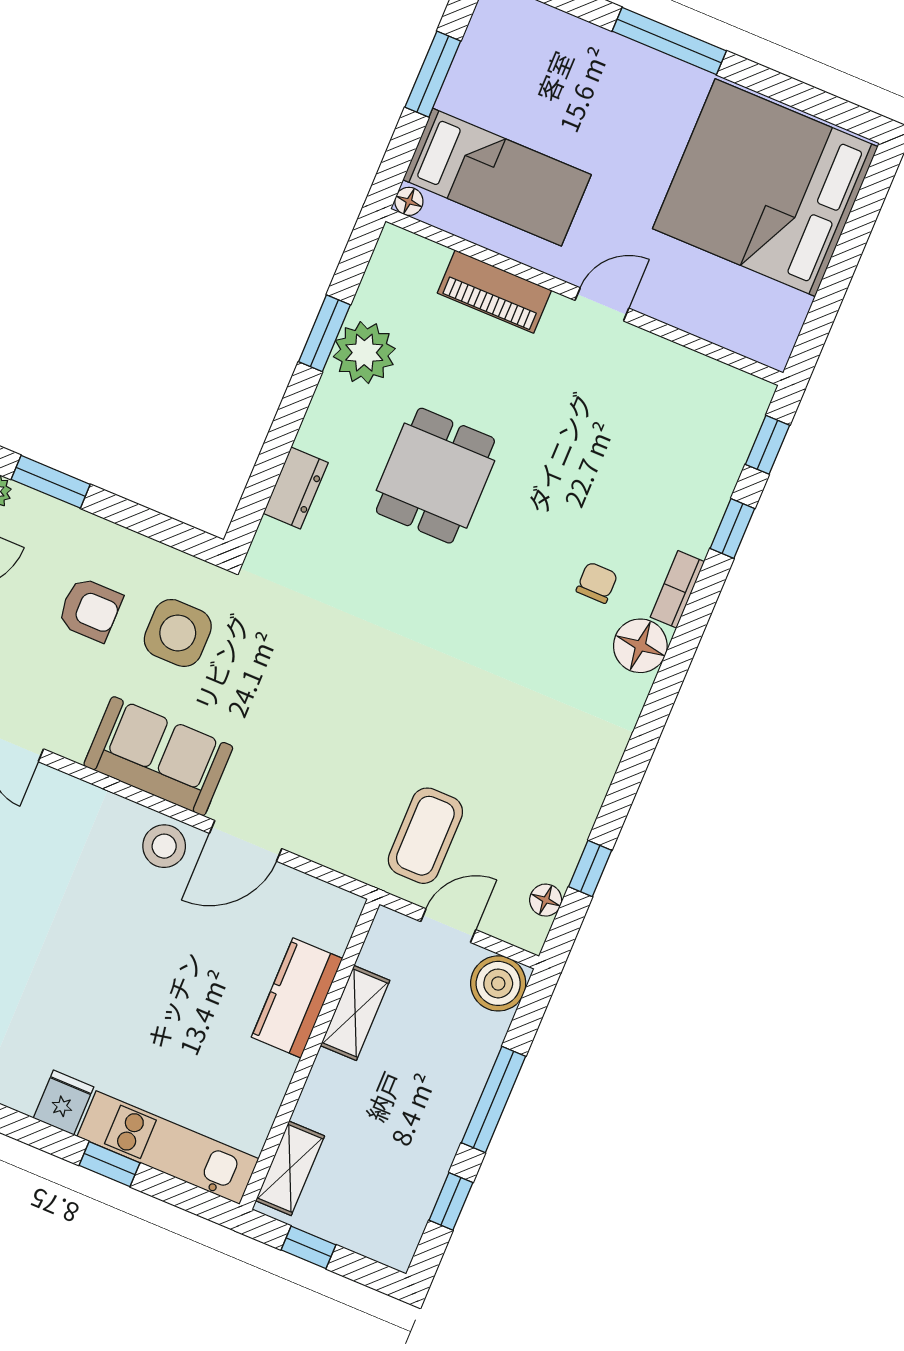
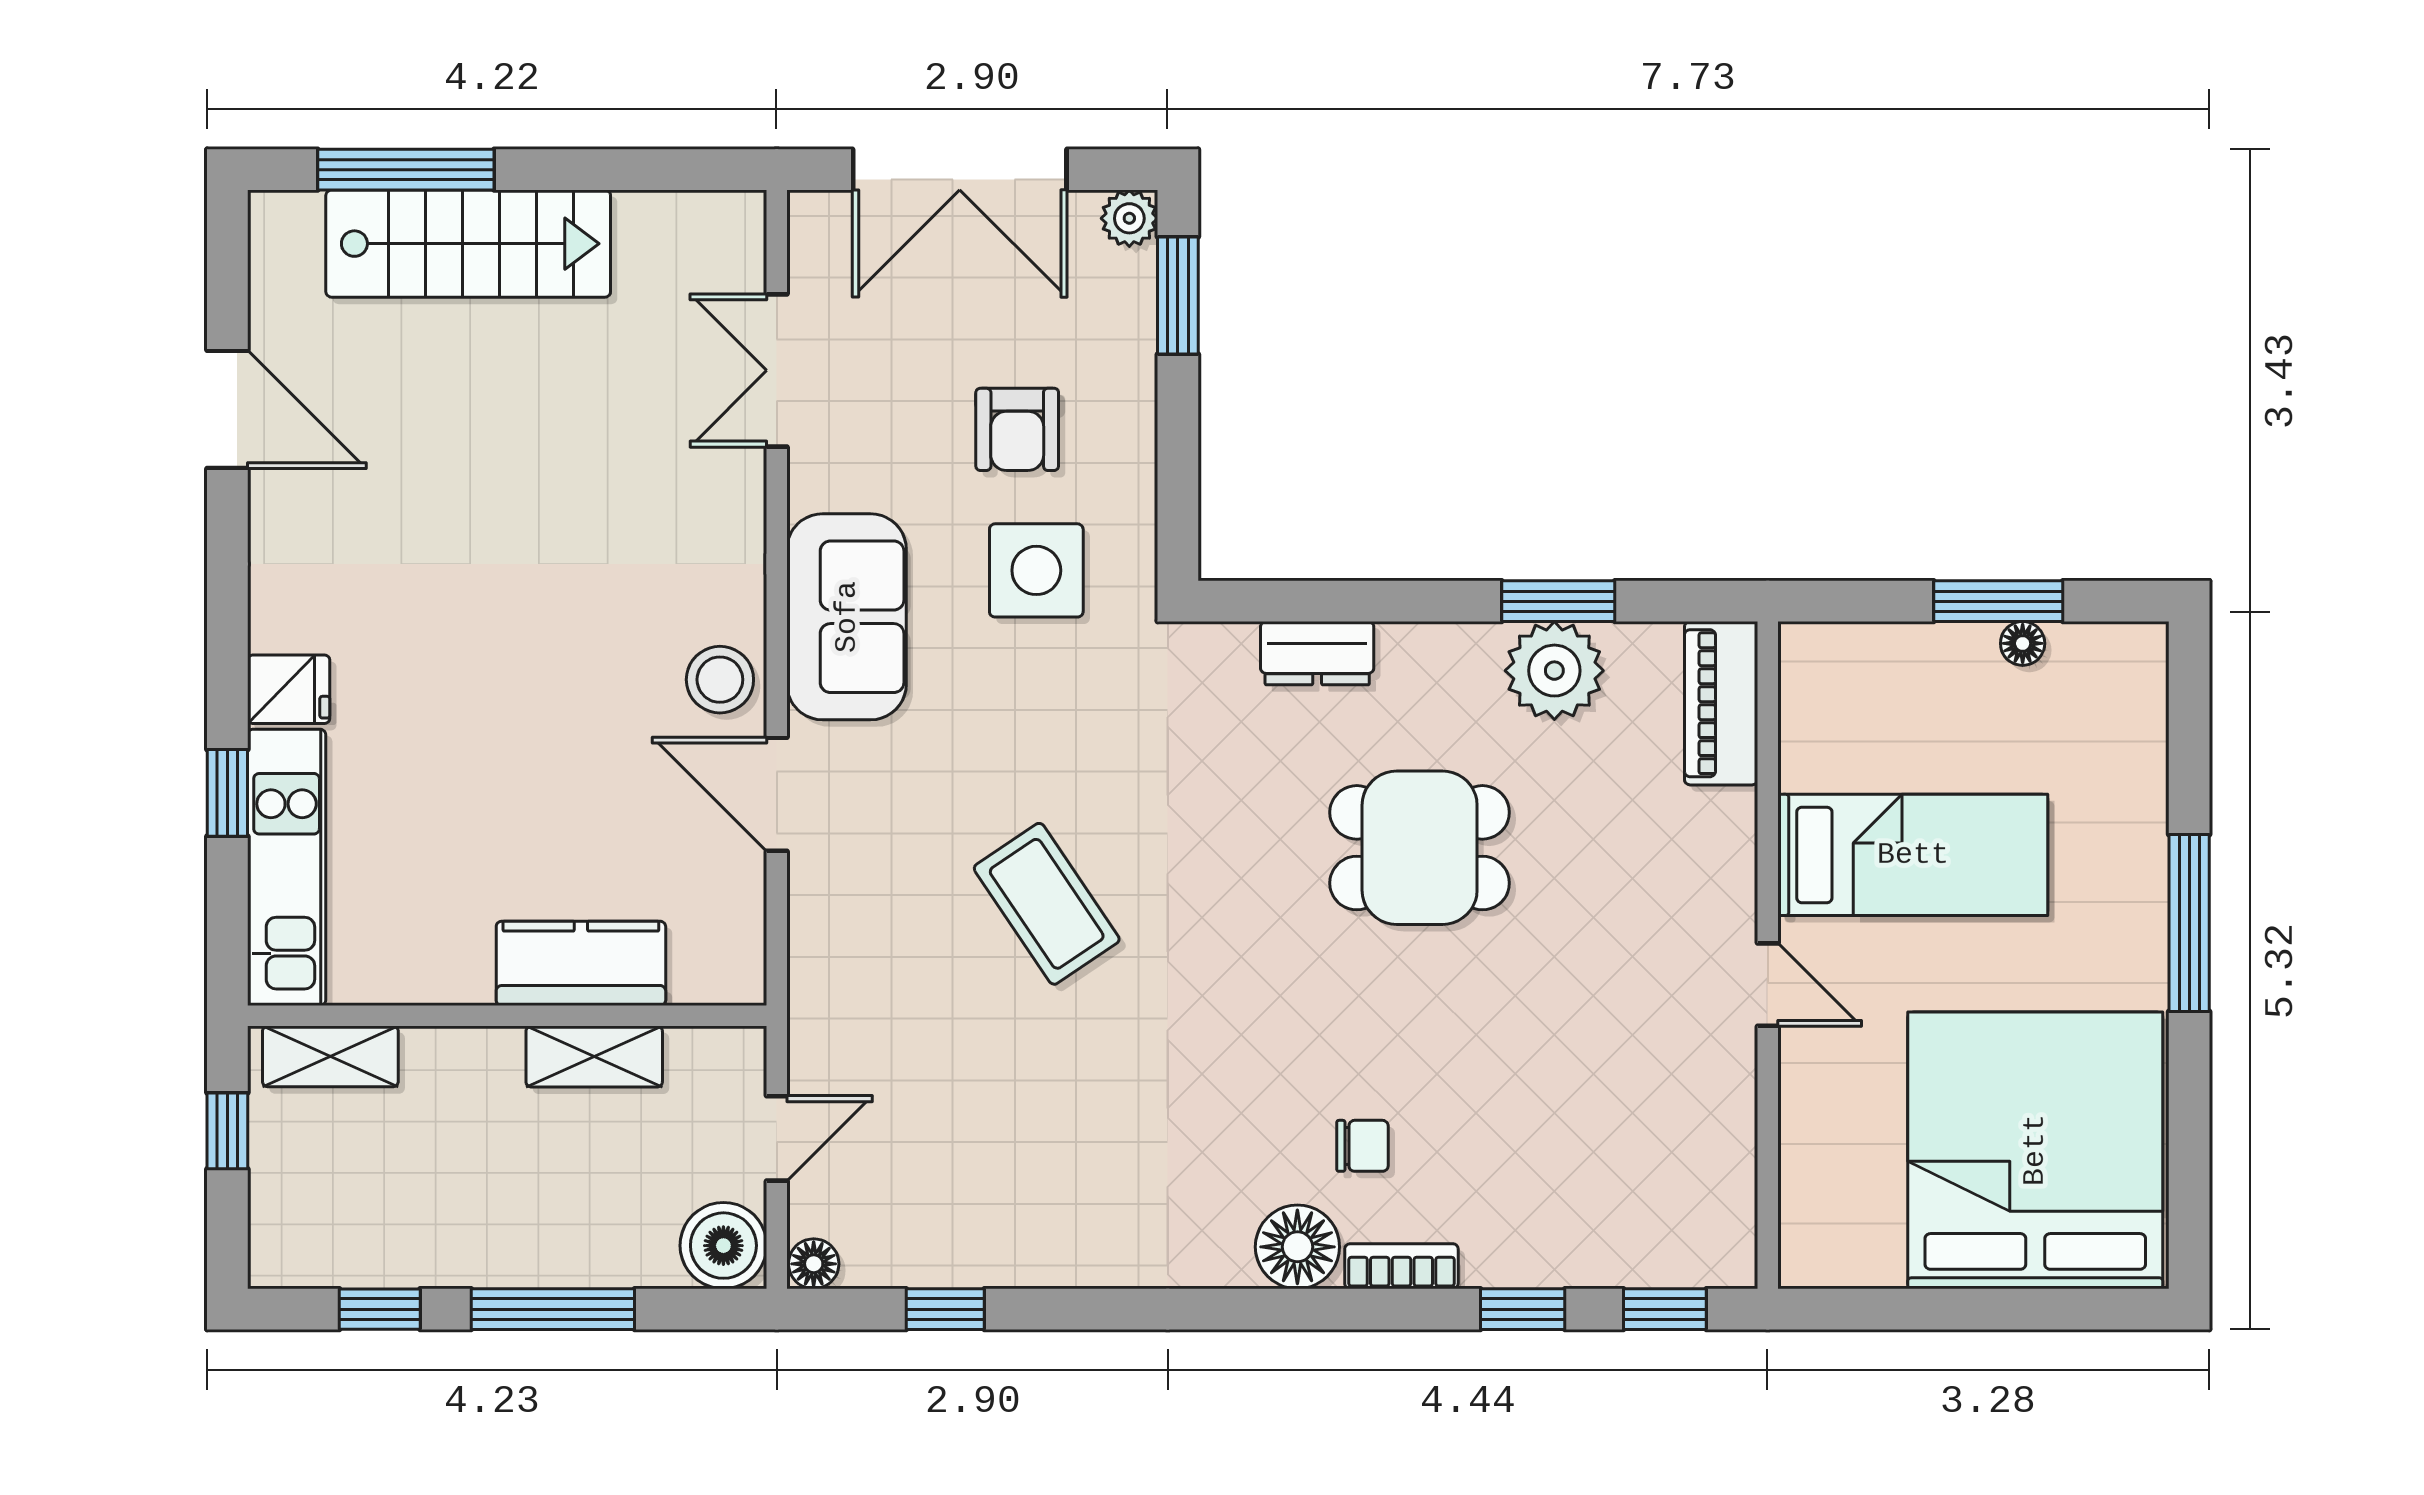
bed: (497, 177) -> (1913, 855), moved, turned -90
floor lamp: (409, 201) -> (2023, 643), moved
piano: (494, 292) -> (1721, 703), moved
coffee table: (425, 836) -> (1047, 904), moved, turned 56
floor lamp: (546, 900) -> (814, 1264), moved
door: (448, 926) -> (777, 1138), hinge flipped

